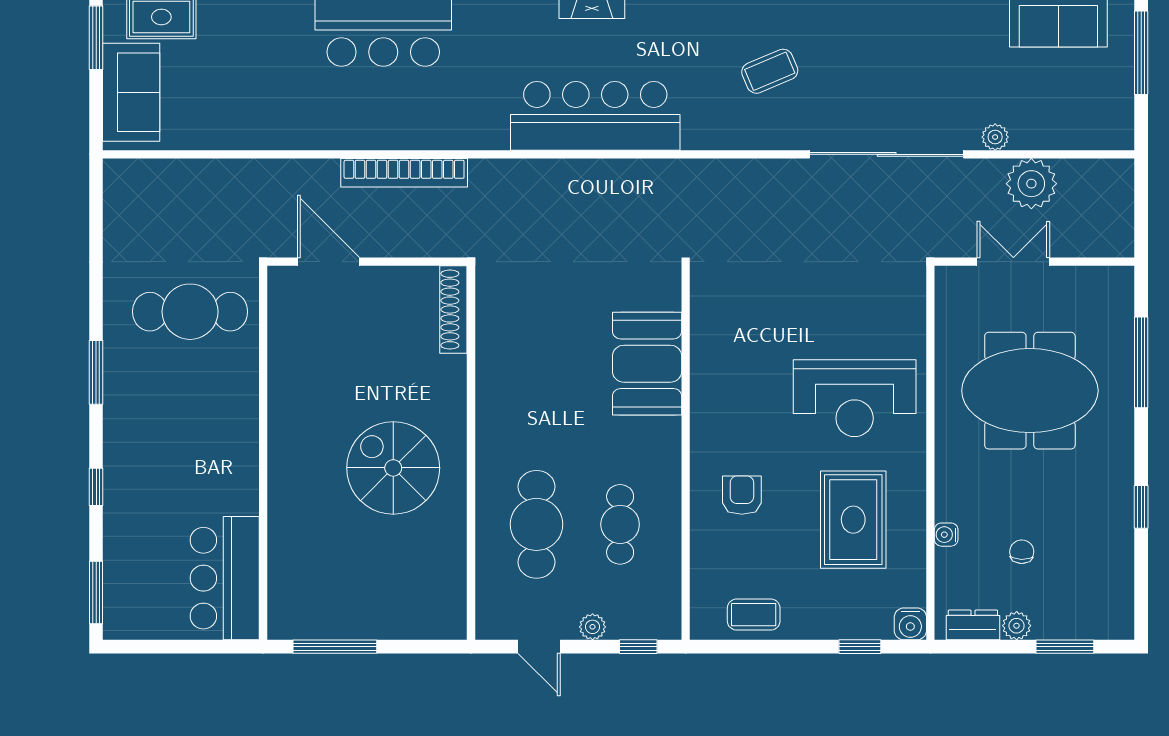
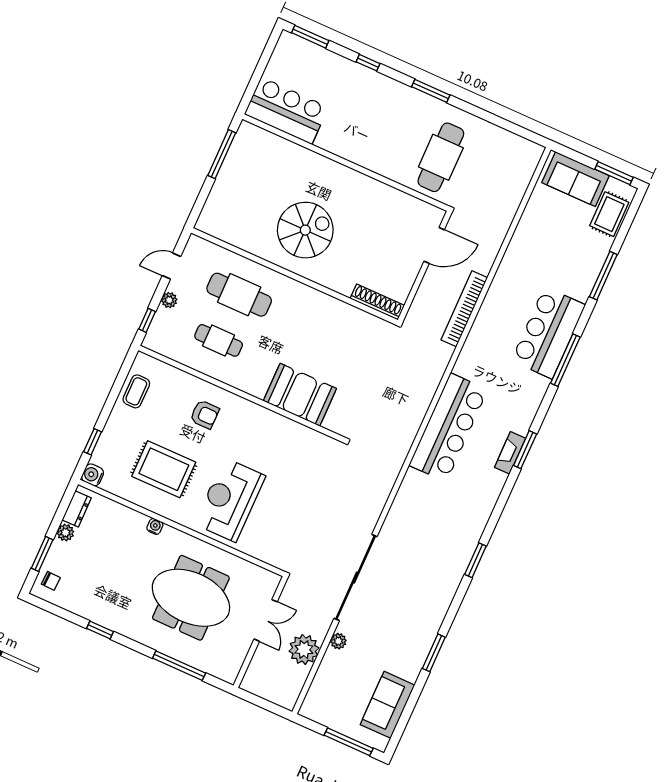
coffee table: (770, 71) -> (430, 534), removed
meeting table: (1030, 391) -> (191, 598), turned 90
water cooler: (946, 535) -> (155, 526), moved
chair: (1022, 552) -> (51, 581), moved

